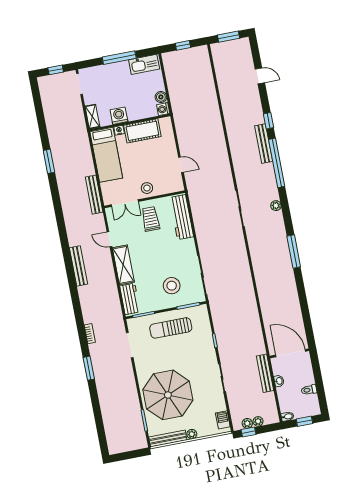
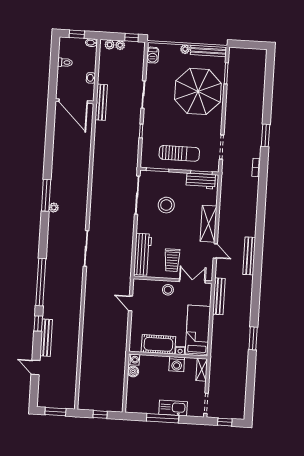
kitchen sink: (144, 64) -> (173, 408), moved
bench: (264, 144) -> (46, 338), moved
plant: (276, 206) -> (54, 208), moved
bench: (78, 266) -> (249, 256), moved
stool: (172, 286) -> (166, 205), moved
workbench: (130, 299) -> (201, 181), moved, turned -90
bench: (265, 373) -> (101, 102), moved
plant: (247, 423) -> (110, 45), moved

